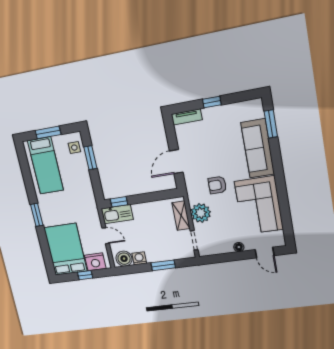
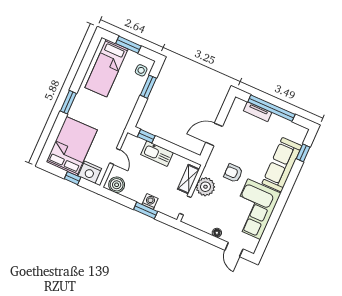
window: (212, 102) -> (271, 108), width x3.17
tv unit: (187, 117) -> (258, 112), moved
window: (271, 124) -> (303, 153), width x0.67
kitchen sink: (117, 214) -> (157, 154), moved
washing machine: (139, 258) -> (150, 201), moved

